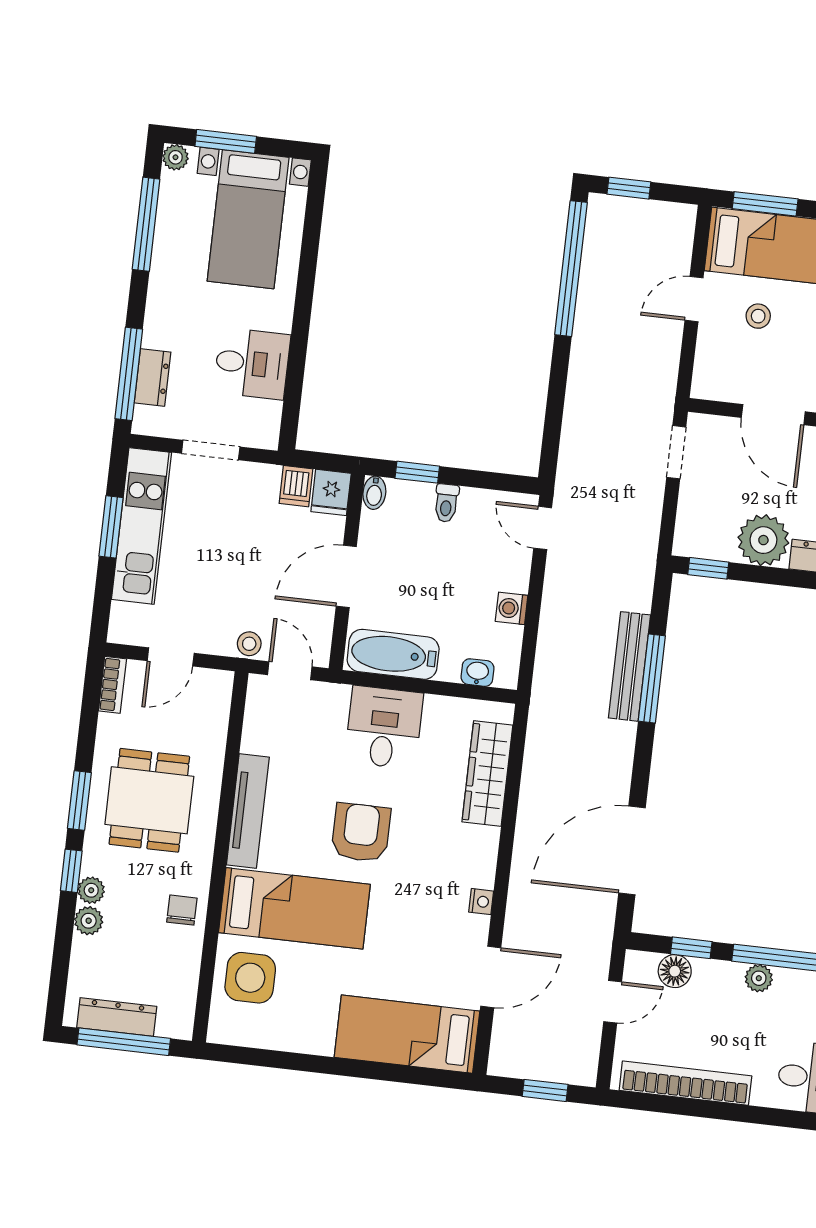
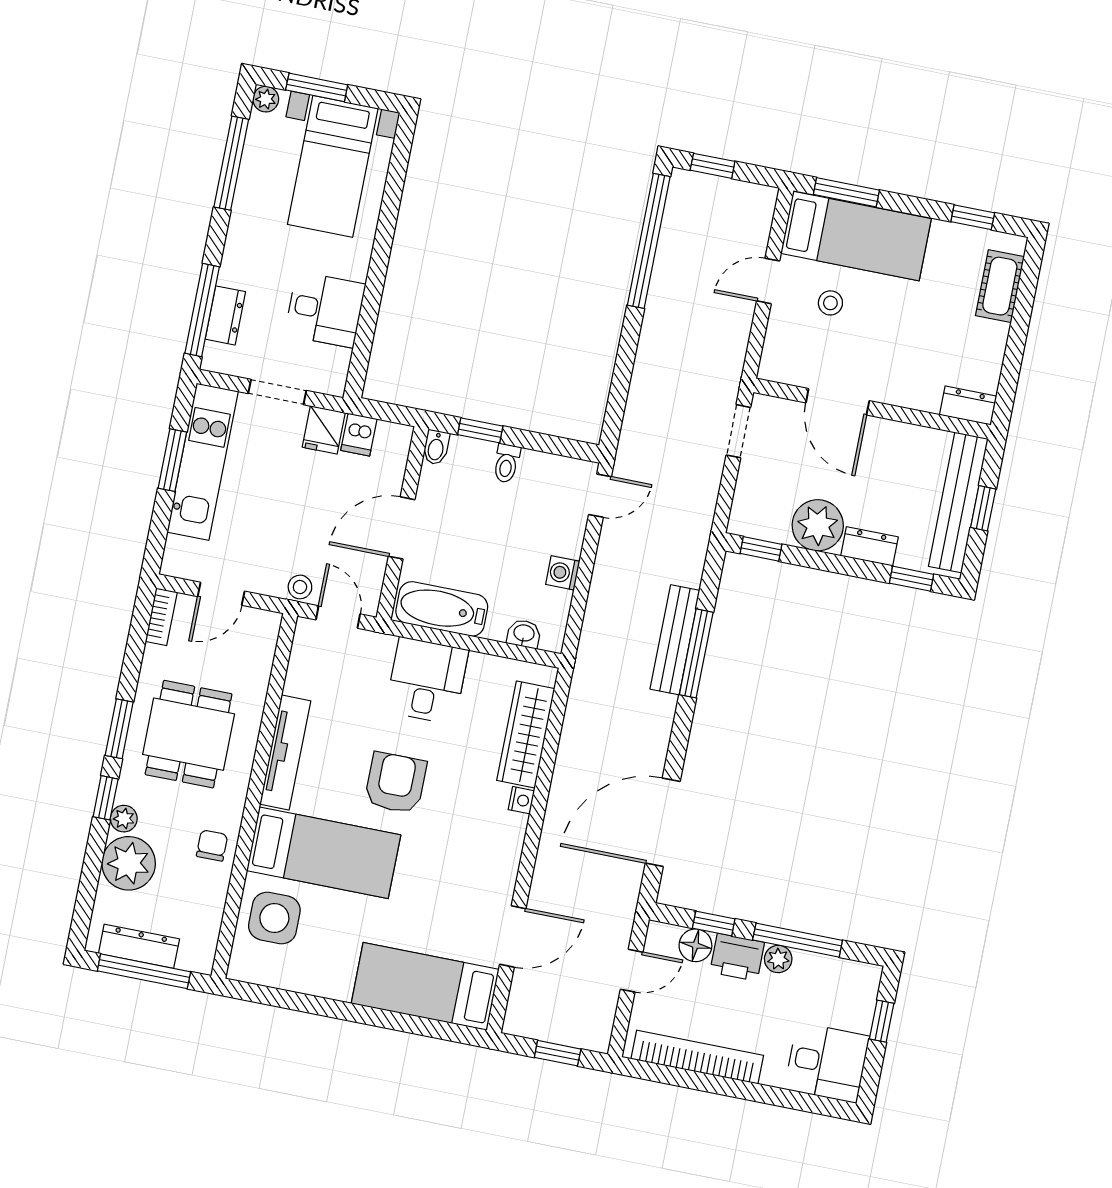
fridge: (331, 492) -> (324, 430), moved
door: (543, 528) -> (600, 496), swing flipped
nightstand: (481, 902) -> (521, 800), moved
plant: (89, 921) -> (129, 863), width x1.88, depth x1.88
printer: (717, 980) -> (737, 957), added

